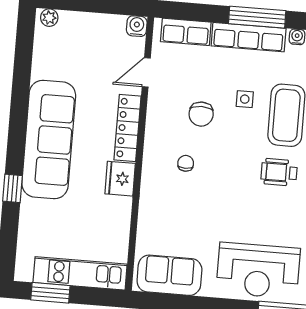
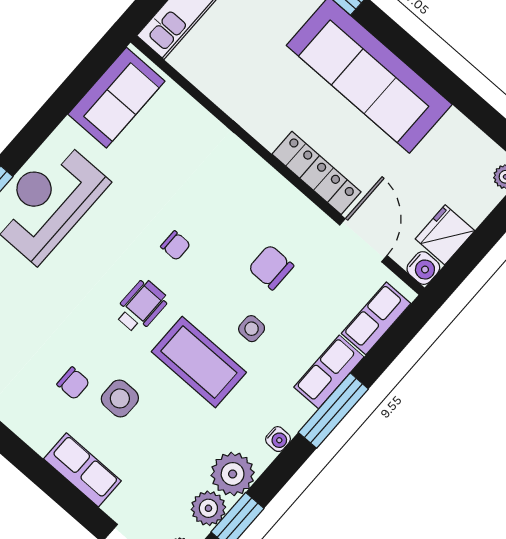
row of seats: (249, 37) -> (329, 372), width x0.68
door: (146, 72) -> (363, 240), width x1.38
chair: (186, 163) -> (175, 246), moved
fridge: (120, 179) -> (445, 235), moved, turned -90

